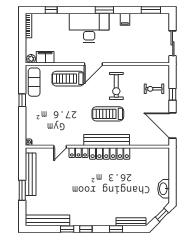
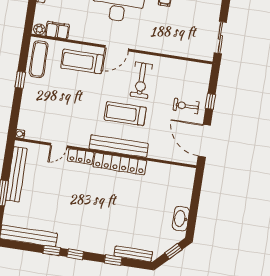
exercise bike: (154, 89) -> (186, 106), moved

